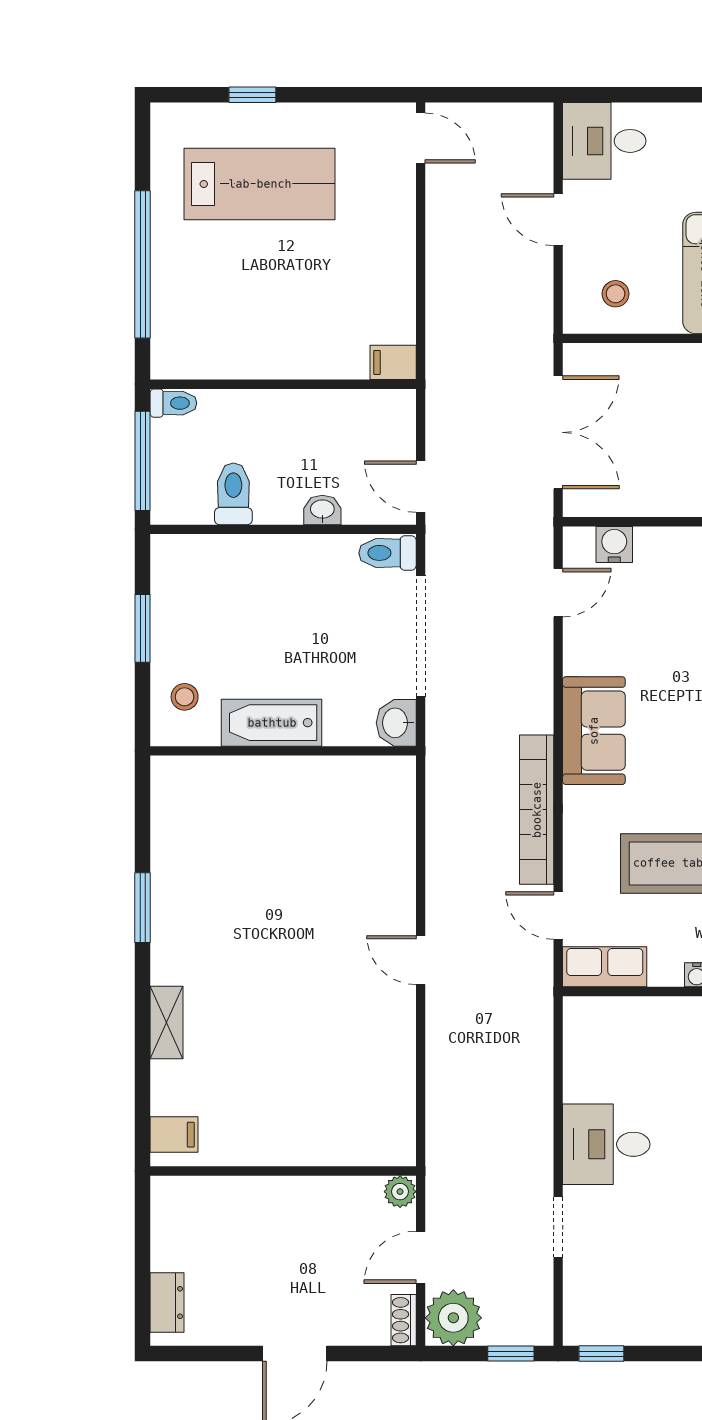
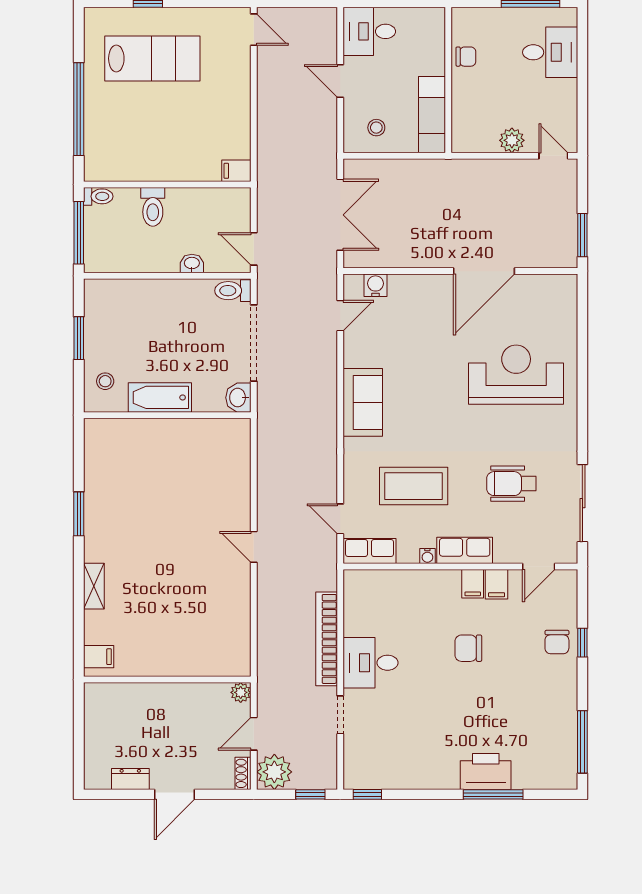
toilet: (233, 494) -> (153, 207), moved, turned 180
bookcase: (537, 810) -> (327, 639), moved
dresser: (167, 1303) -> (130, 779), moved, turned -90

